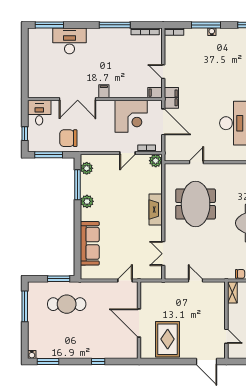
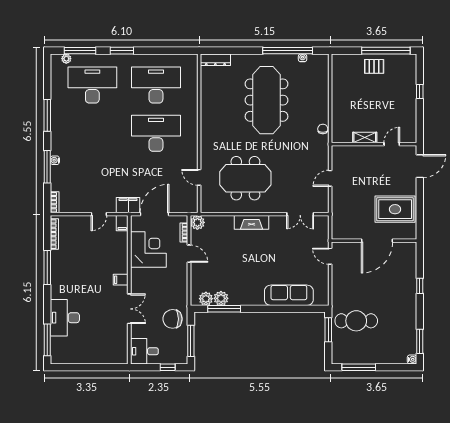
double door: (78, 99) -> (129, 309), width x0.73
chair: (68, 138) -> (173, 319), turned 90
plant: (87, 201) -> (221, 298), moved
shelving: (232, 292) -> (365, 137), moved
cafe table: (67, 304) -> (356, 321), turned 90

